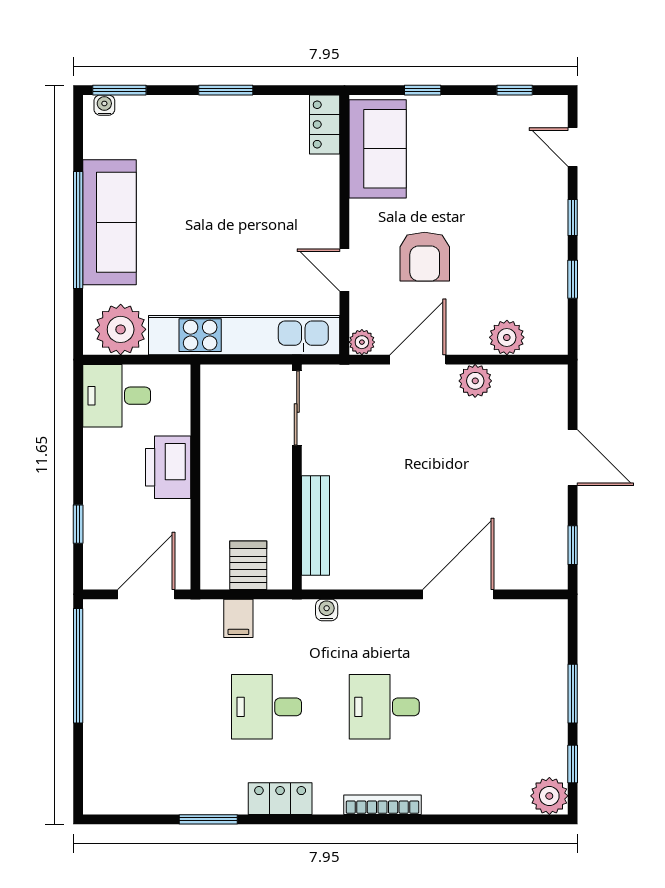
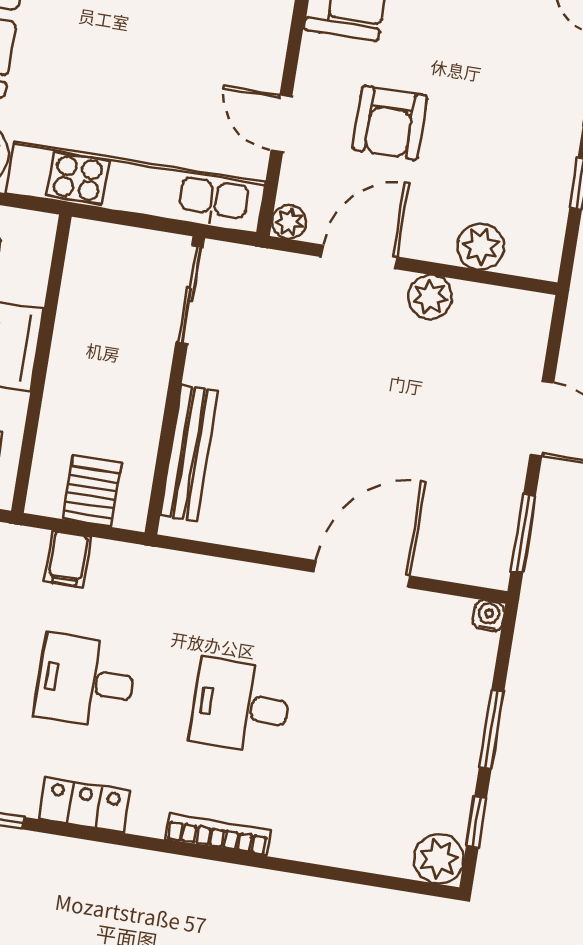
window: (573, 545) -> (523, 534), width x1.50
water cooler: (327, 610) -> (489, 616), moved

